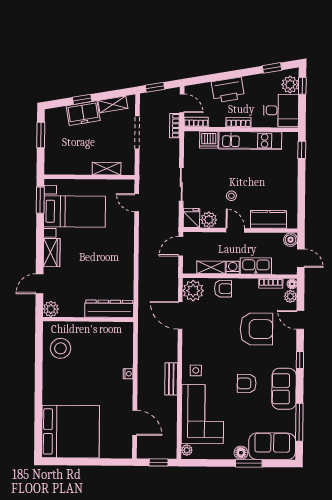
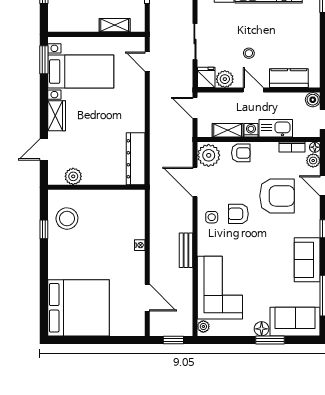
door: (181, 246) -> (195, 108), hinge flipped
plant: (51, 309) -> (73, 176), moved
dresser: (109, 309) -> (136, 159), moved, turned -90
window: (39, 358) -> (44, 229), added
side table: (196, 370) -> (212, 217), moved
armchair: (247, 383) -> (238, 214), moved

